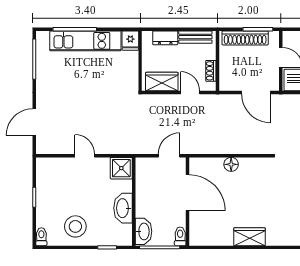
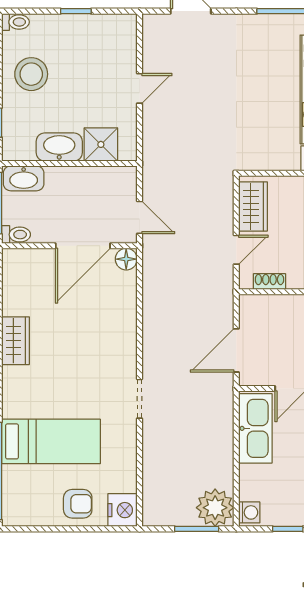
floor lamp: (231, 164) -> (126, 259), moved
shower: (121, 168) -> (101, 144), moved

